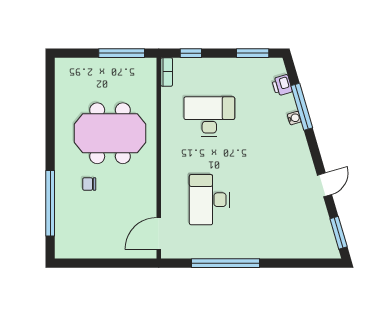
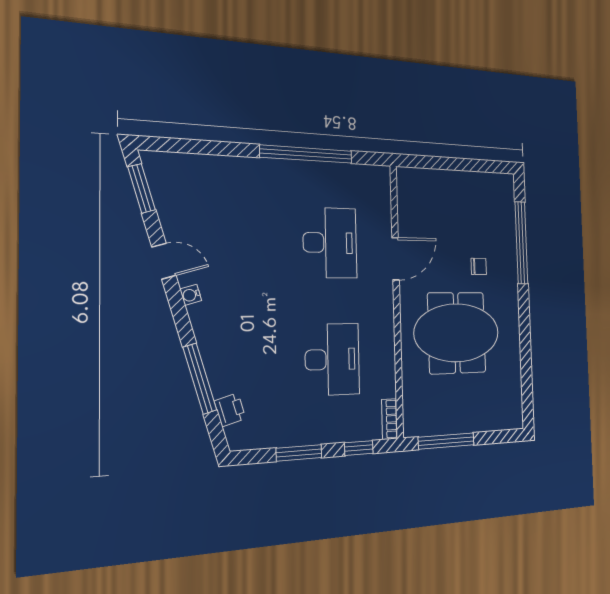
window: (253, 53) -> (299, 453), moved
desk: (209, 117) -> (332, 359), turned -90
water cooler: (294, 118) -> (191, 295), moved
door: (325, 185) -> (164, 261), swing flipped
door: (159, 233) -> (396, 259), moved

